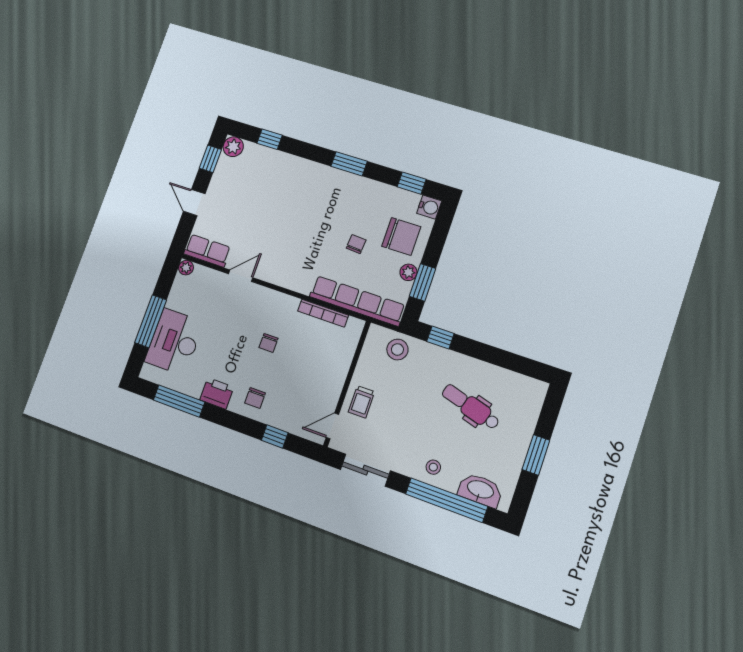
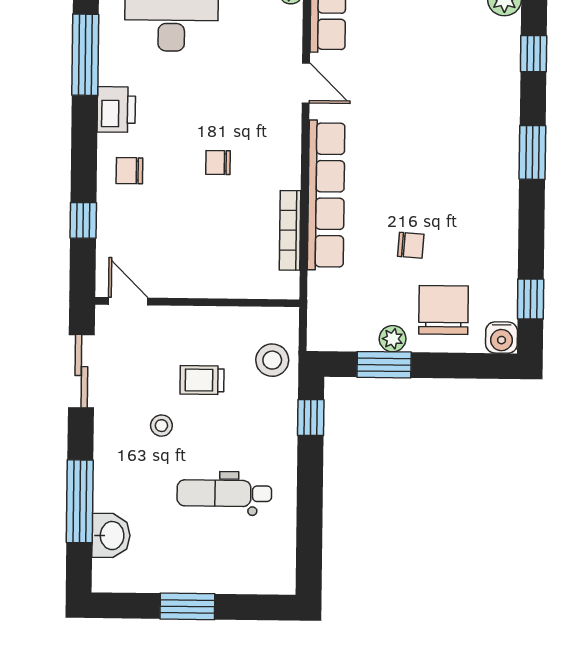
window: (349, 164) -> (532, 152), moved
chair: (401, 237) -> (444, 310), turned 180
row of seats: (357, 301) -> (326, 195), moved
trolley: (361, 402) -> (202, 380), moved
dental chair: (471, 407) -> (224, 493), turned -106
stool: (433, 467) -> (161, 426), moved
washbasin: (480, 490) -> (111, 536), width x0.72
window: (447, 500) -> (80, 501), width x0.68

